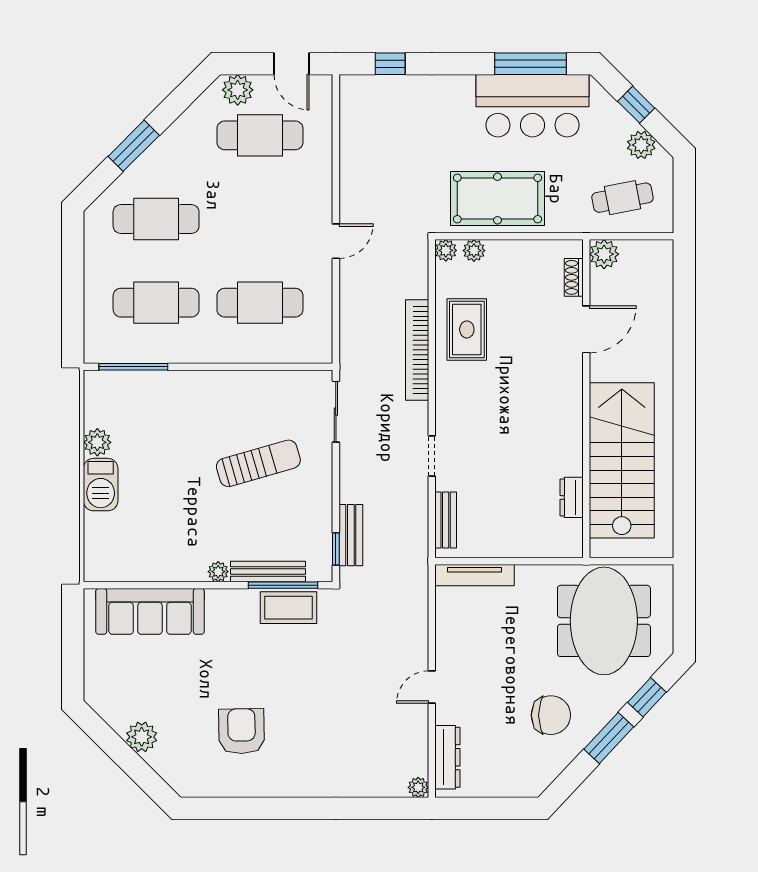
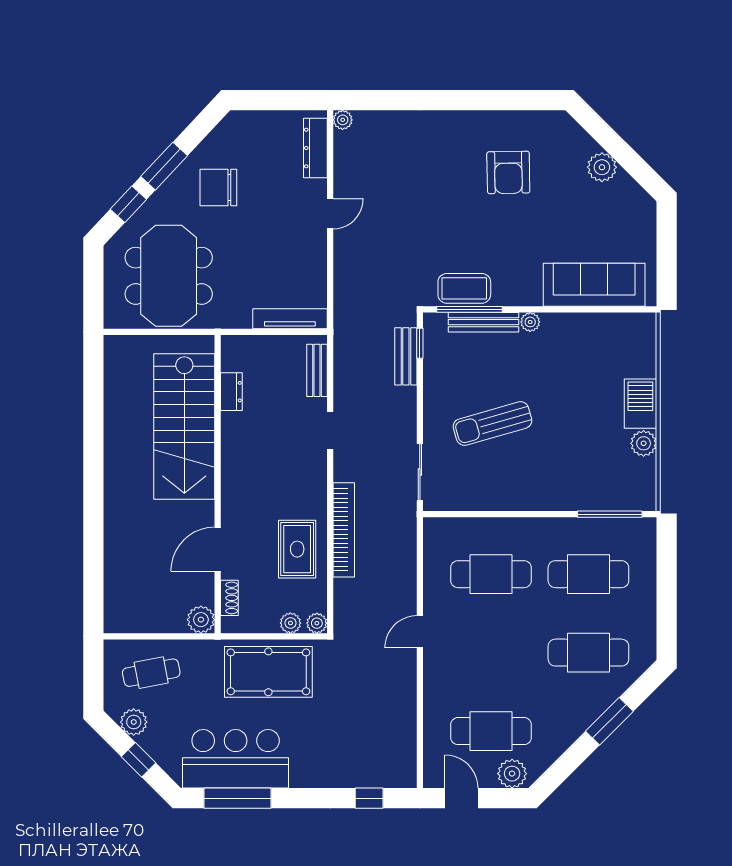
plant: (604, 254) -> (201, 620), moved
shoe rack: (574, 277) -> (229, 598), moved
door: (586, 329) -> (218, 549), moved
wall: (586, 399) -> (218, 484), moved
stairs: (622, 460) -> (184, 426), moved
dresser: (572, 497) -> (231, 392), moved

